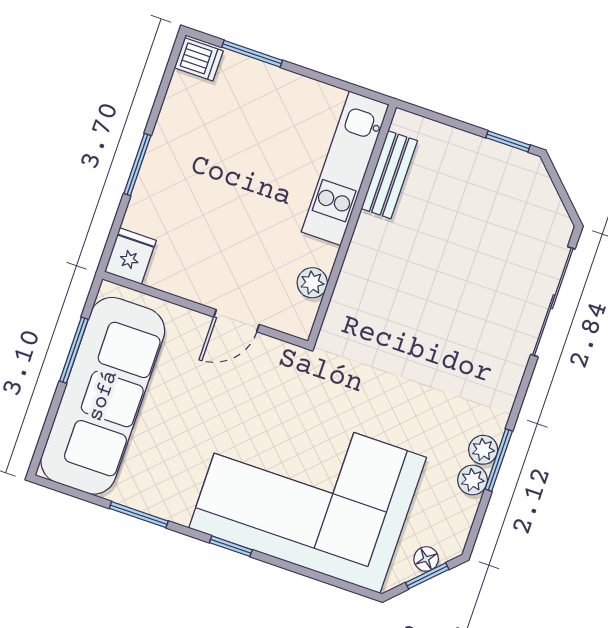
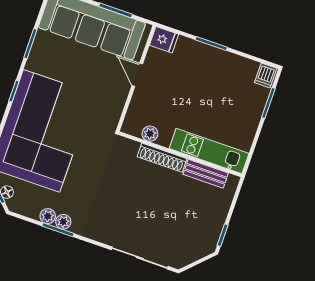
shoe rack: (359, 259) -> (162, 158), added
door: (236, 321) -> (137, 75), moved

